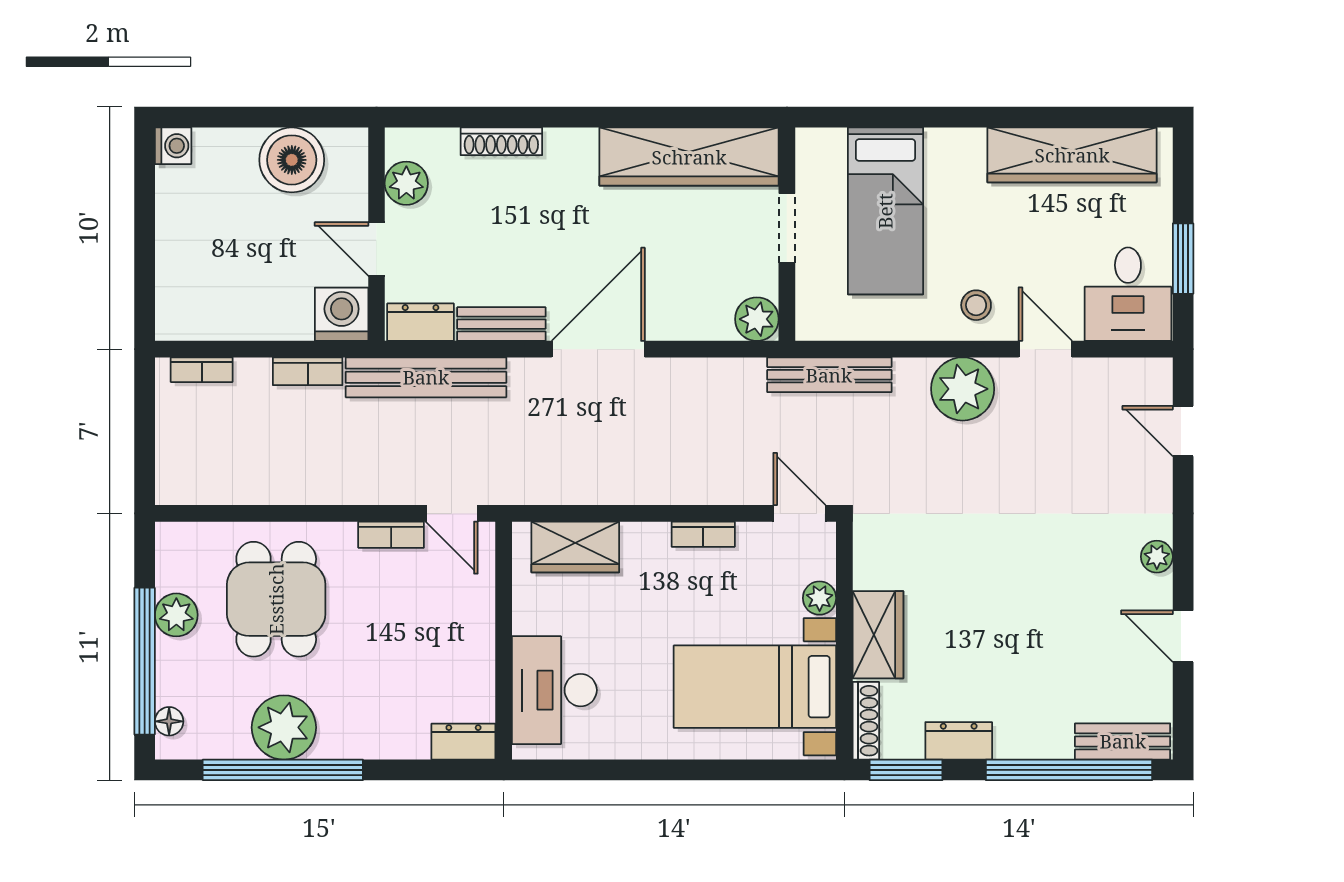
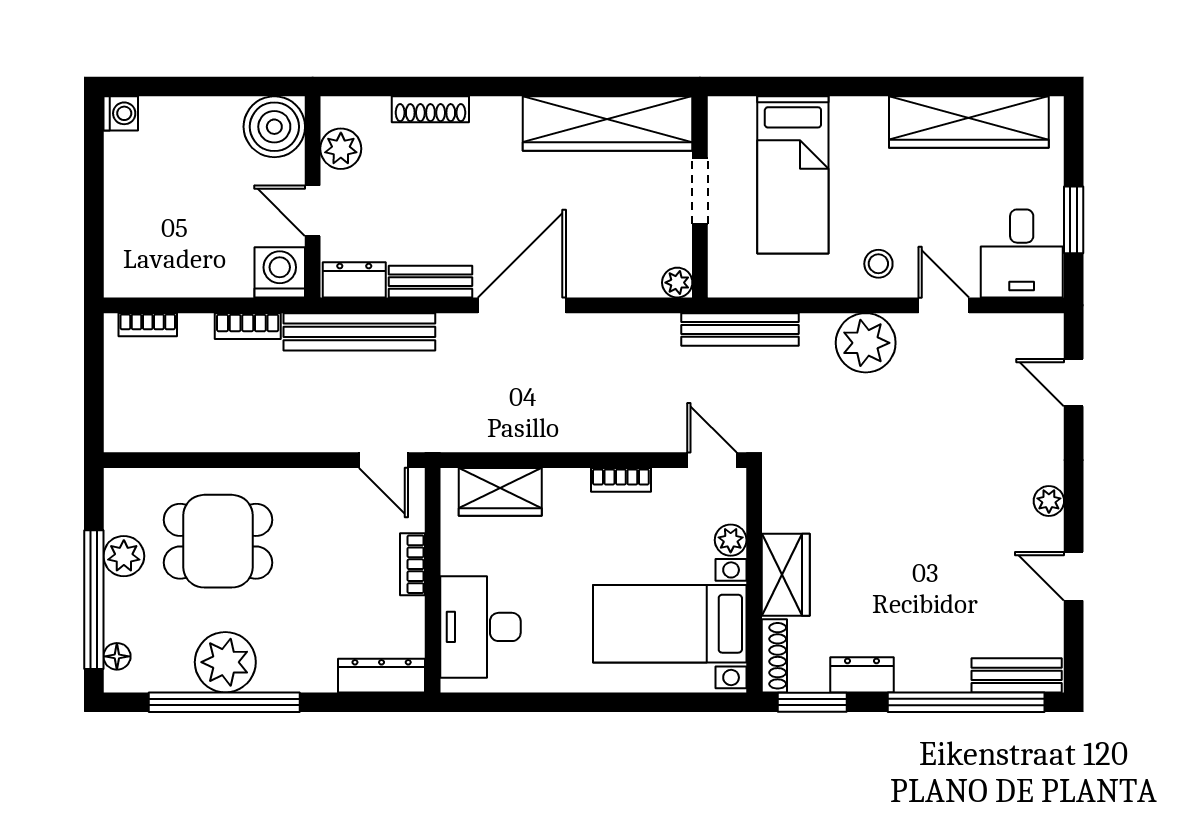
boiler: (292, 160) -> (274, 127), moved
plant: (757, 319) -> (677, 283), width x0.73, depth x0.73
bookcase: (391, 535) -> (413, 564), moved, turned 90
dining table: (276, 599) -> (218, 541), turned 90
dresser: (463, 742) -> (382, 676), width x1.44

